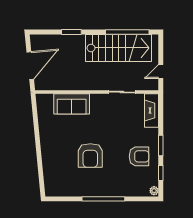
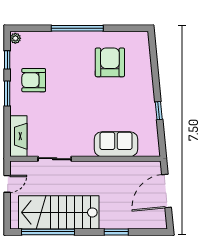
window: (37, 131) -> (159, 111), added
armchair: (90, 155) -> (110, 62), moved

